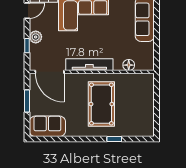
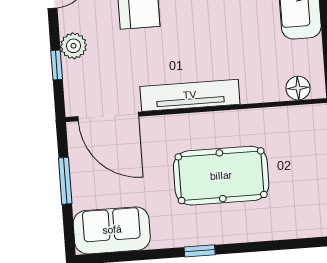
floor lamp: (129, 65) -> (298, 88), moved
pool table: (101, 104) -> (221, 176), turned 90
window: (114, 139) -> (200, 251), moved

